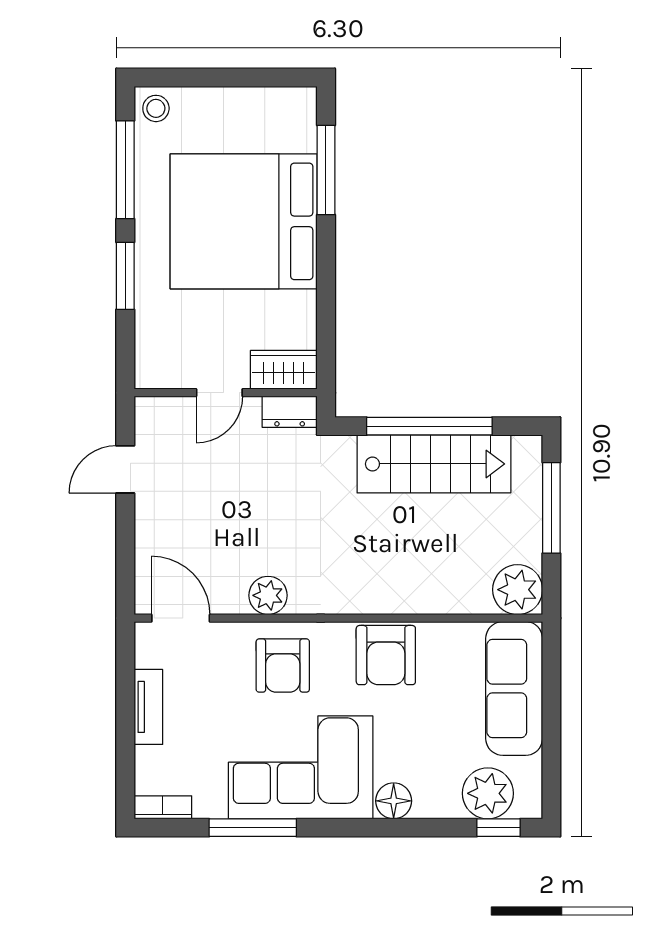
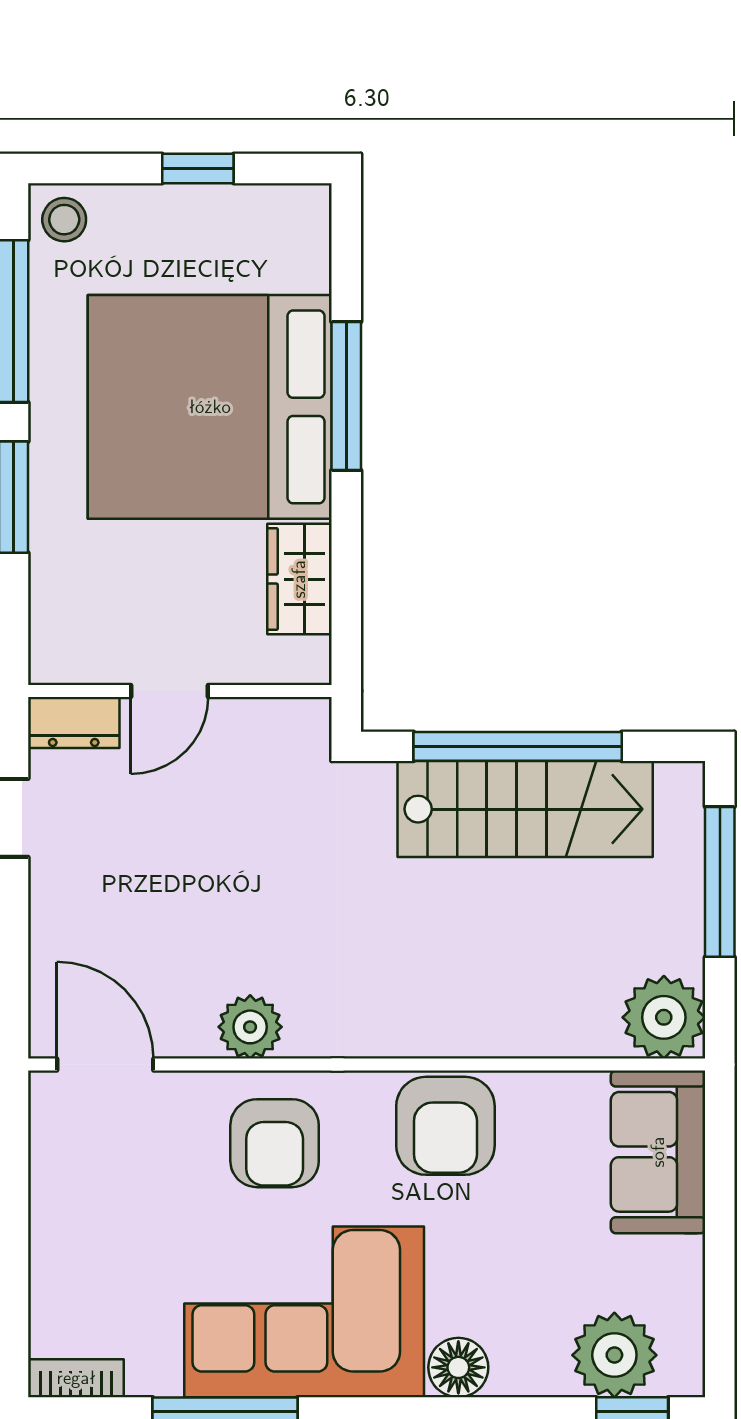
window: (236, 78) -> (198, 168), added
window: (326, 170) -> (346, 396), moved
wardrobe: (284, 370) -> (299, 579), moved, turned -90
dresser: (290, 412) -> (74, 722), moved
sofa: (514, 688) -> (658, 1152), width x0.73
tv unit: (148, 707) -> (52, 1212), removed

